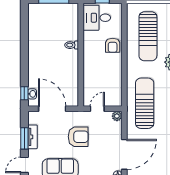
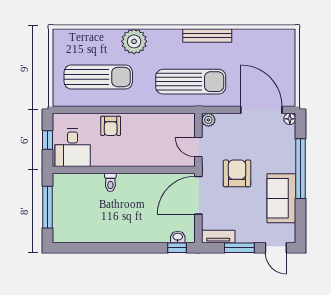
armchair: (113, 45) -> (111, 126), turned 90
sun lounger: (145, 103) -> (191, 82), turned 180
door: (52, 109) -> (198, 195), moved
tv unit: (33, 137) -> (218, 236), moved

